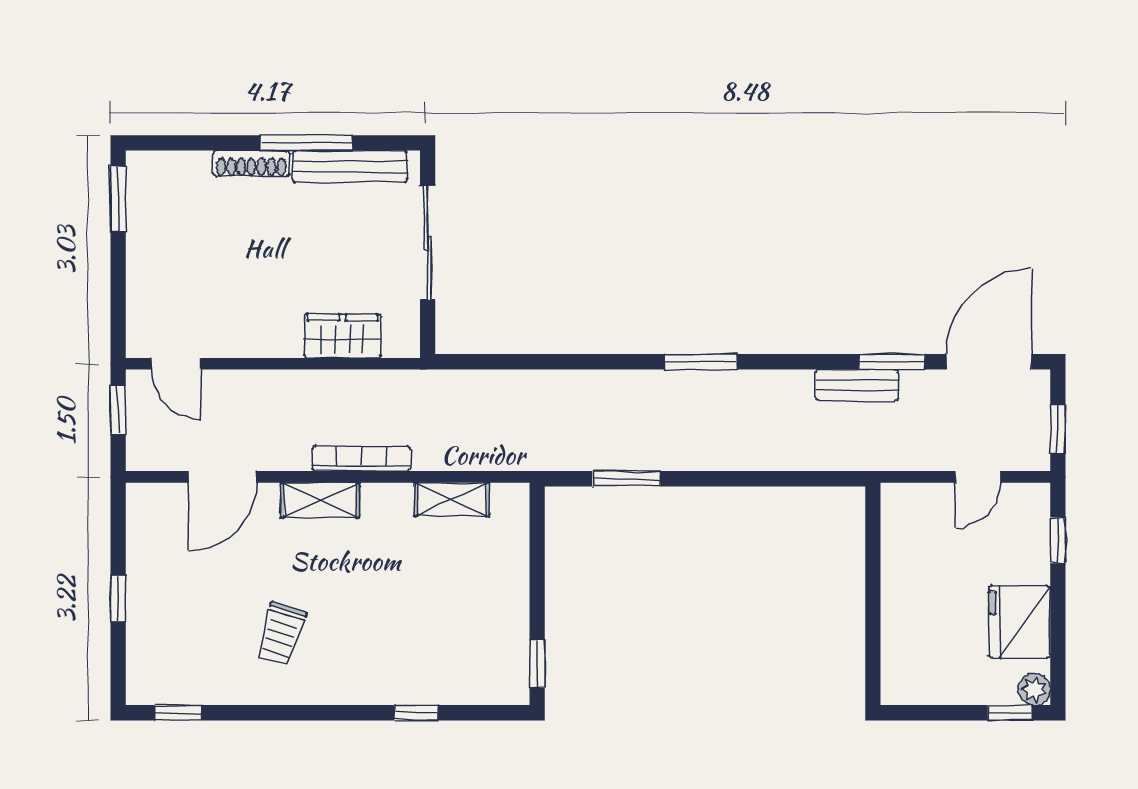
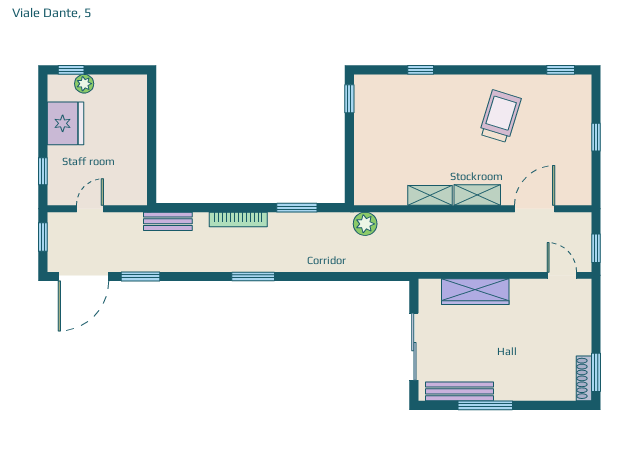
shoe rack: (251, 163) -> (584, 378), moved, turned -90
wardrobe: (342, 336) -> (475, 292), width x1.50
bench: (857, 385) -> (168, 221), moved
plant: (510, 451) -> (365, 224), added
bookcase: (361, 459) -> (238, 219), moved
shelving: (452, 499) -> (430, 195), moved
trolley: (281, 634) -> (500, 116), width x1.36, depth x1.39
plant: (1034, 689) -> (84, 84), moved

